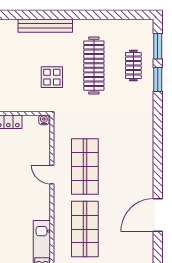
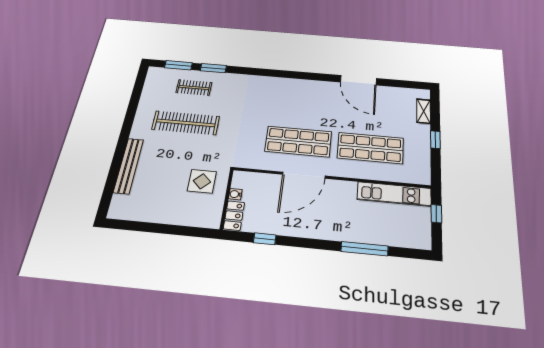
display table: (52, 77) -> (202, 181), moved
water cooler: (44, 120) -> (235, 194), moved
door: (52, 175) -> (304, 175), width x1.87

